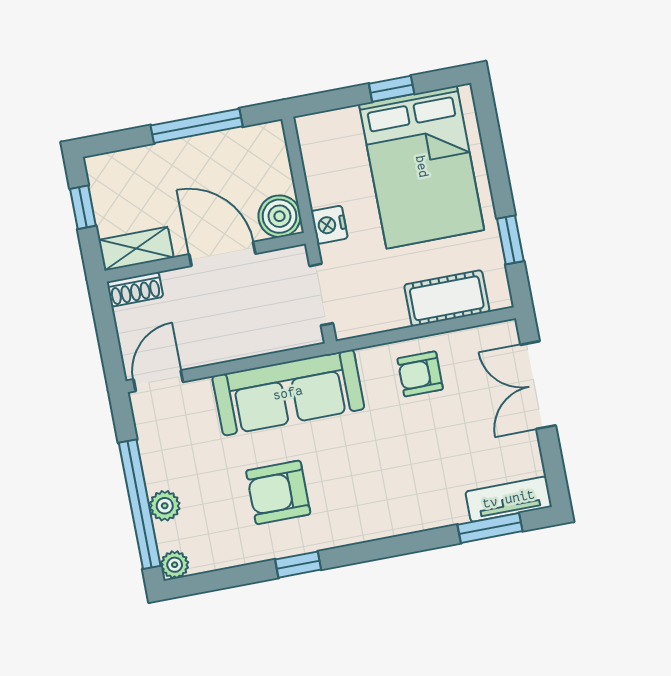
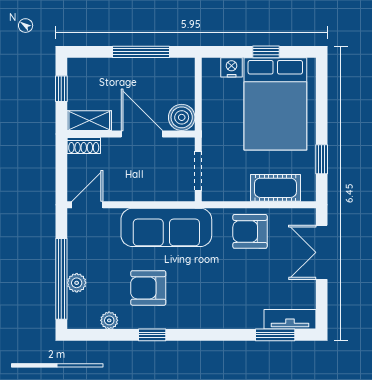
nightstand: (329, 225) -> (232, 67), moved, turned 90
armchair: (420, 374) -> (250, 231), width x1.38, depth x1.38
plant: (175, 565) -> (109, 320), moved

